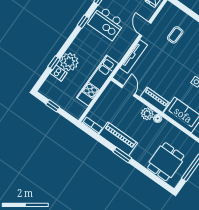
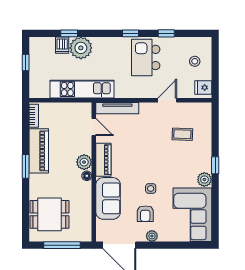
tv unit: (134, 56) -> (117, 108), moved
door: (128, 91) -> (94, 127), hinge flipped

